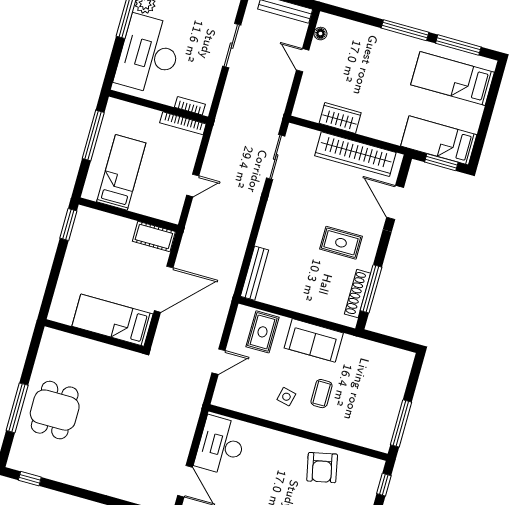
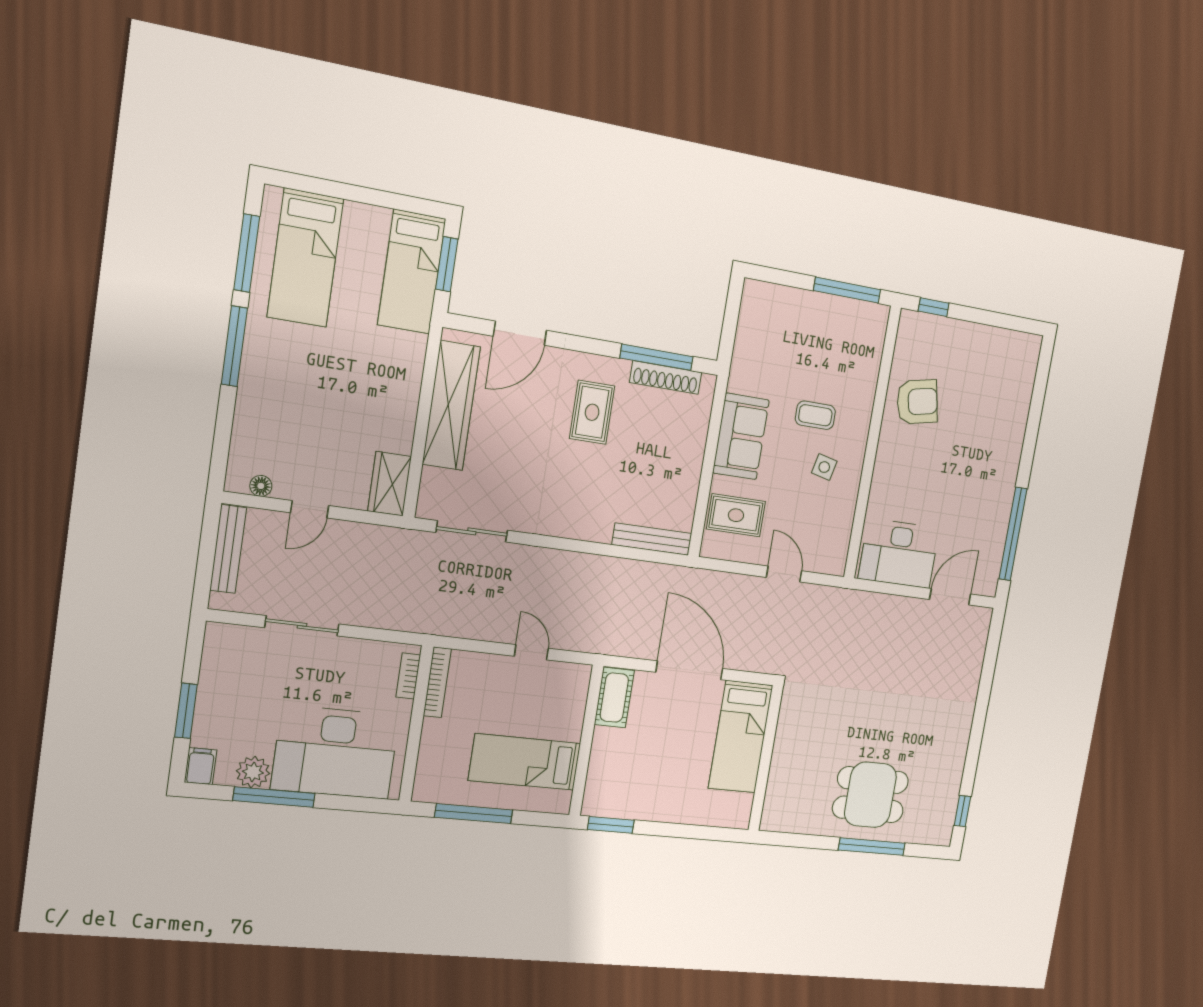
wardrobe: (340, 118) -> (390, 484), moved

